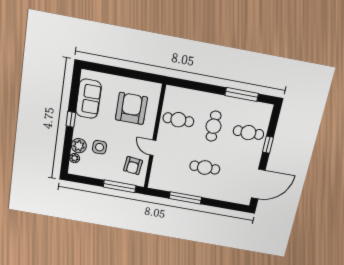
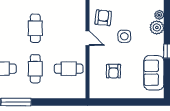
armchair: (131, 108) -> (113, 71), width x0.53, depth x0.53
side table: (100, 147) -> (124, 36), moved
cafe table: (205, 168) -> (35, 28), turned 90

